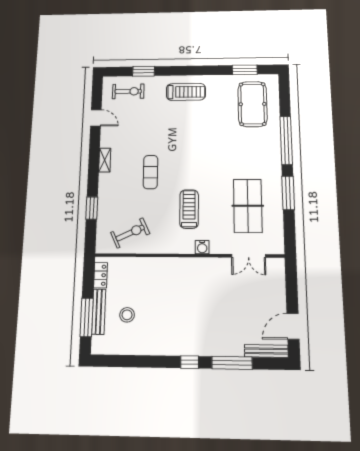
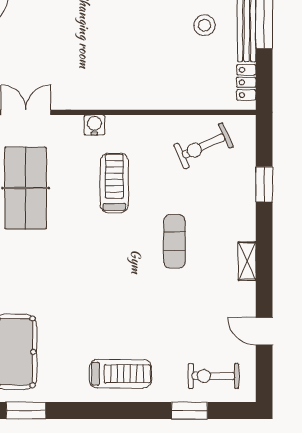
treadmill: (186, 92) -> (120, 374), turned 180
treadmill: (189, 209) -> (114, 183), turned 180

